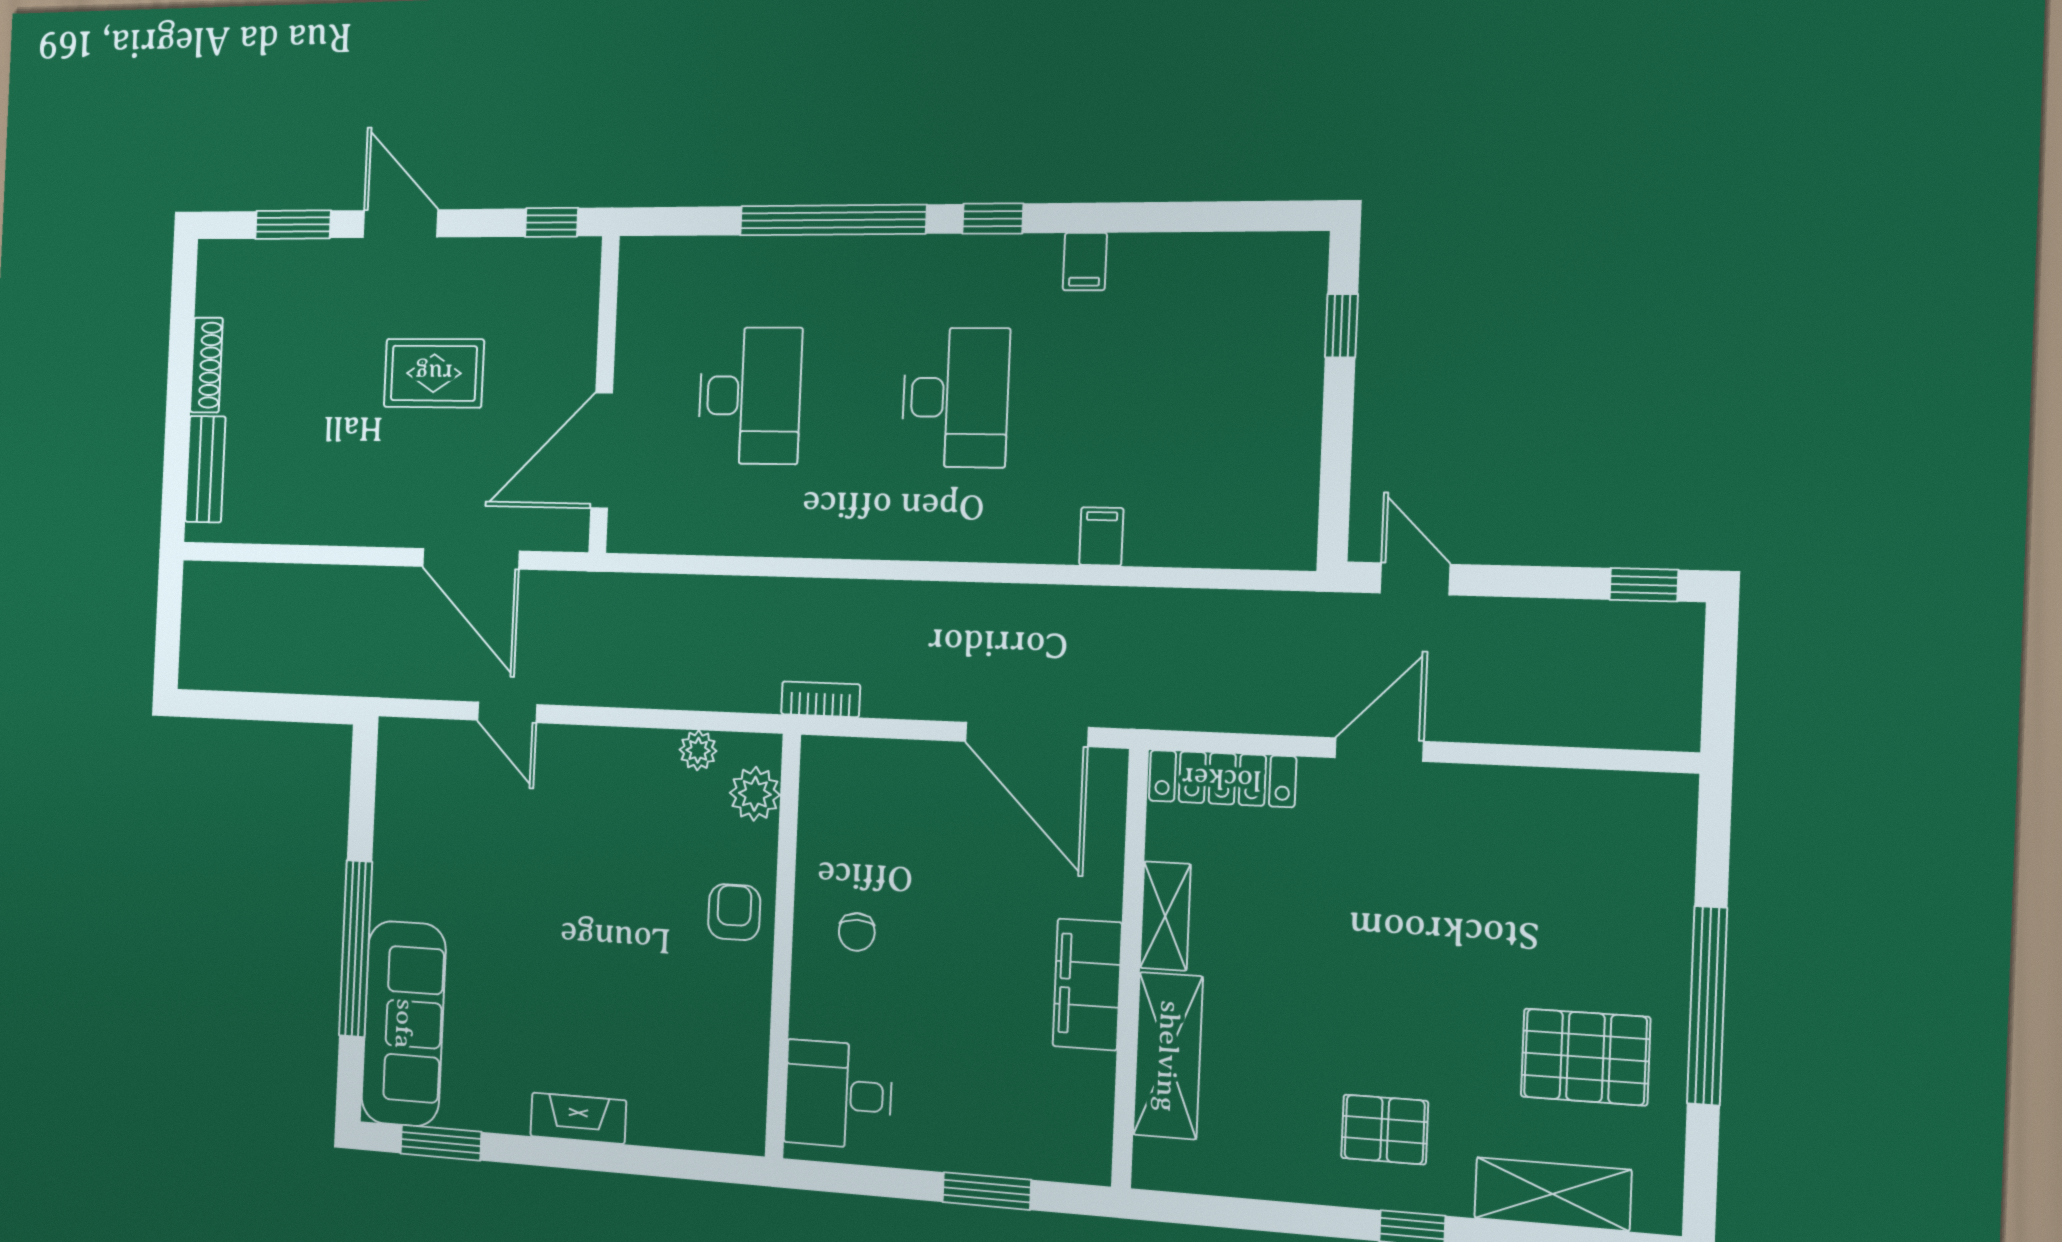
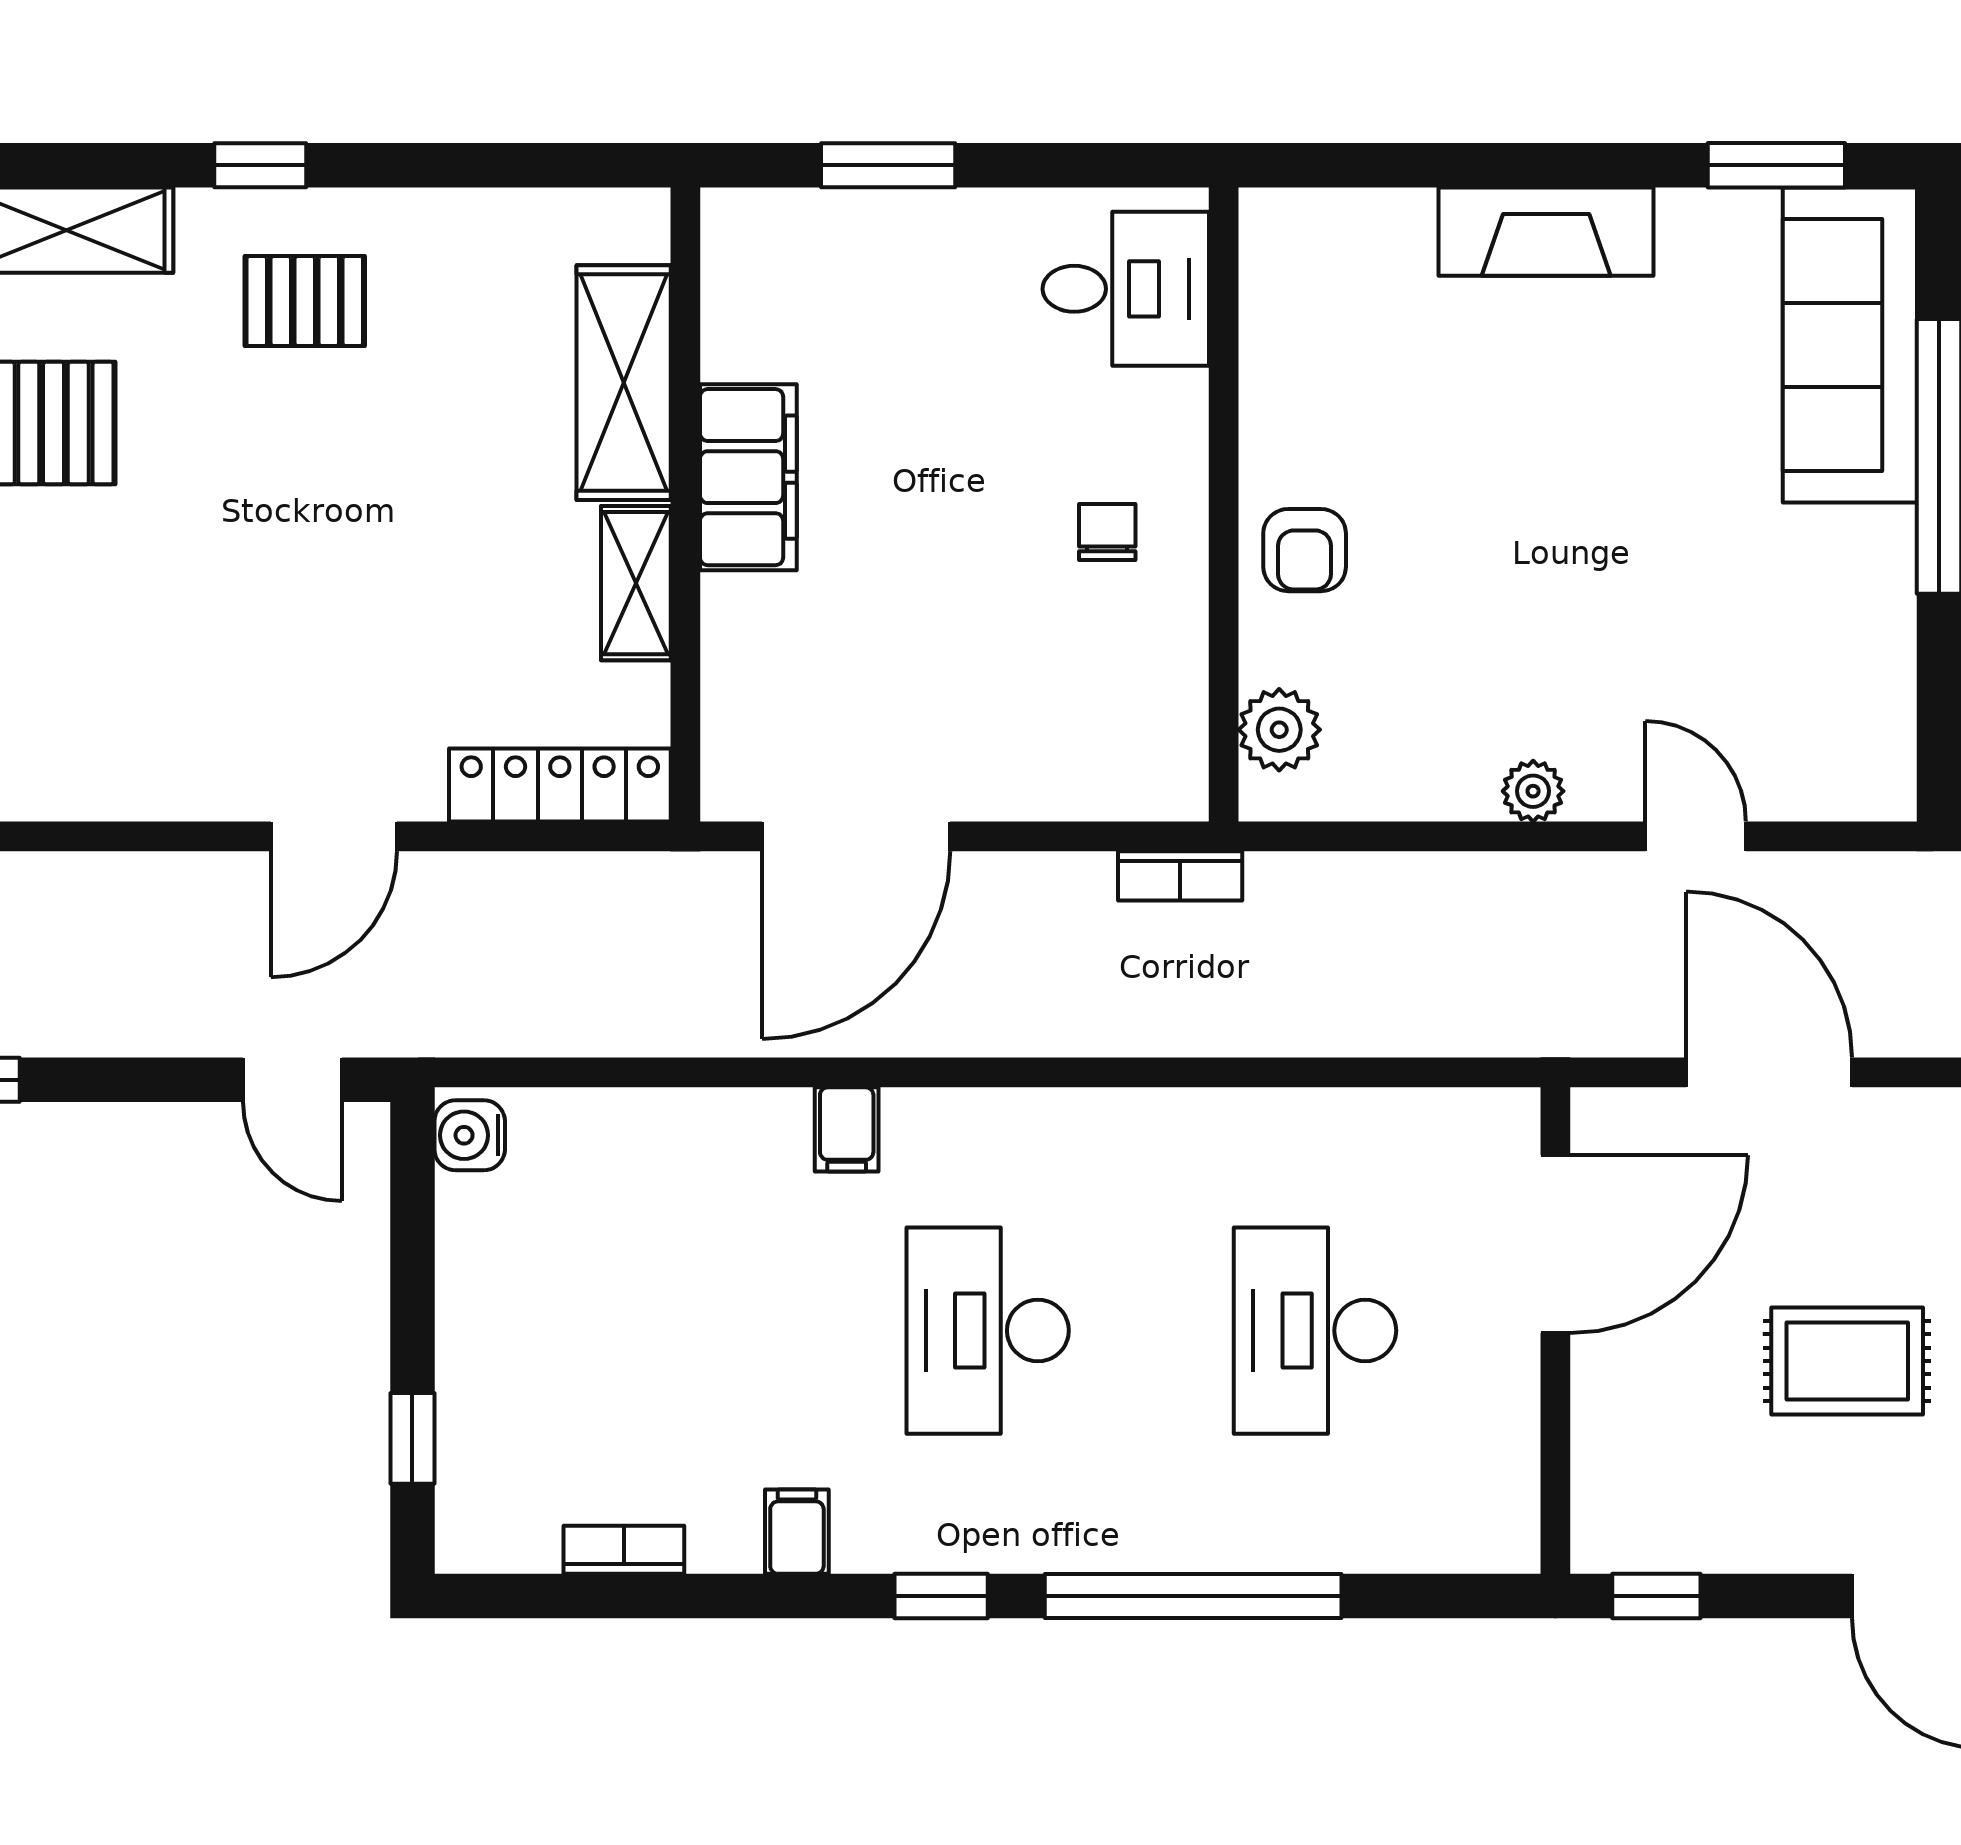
bookcase: (1200, 249) -> (624, 1550), added
filing cabinet: (1101, 536) -> (847, 1129), moved
water cooler: (1294, 537) -> (470, 1135), added
door: (1027, 734) -> (856, 836), swing flipped
plant: (698, 750) -> (1533, 791), moved
fireplace: (578, 1118) -> (1546, 232), width x1.37, depth x1.32

